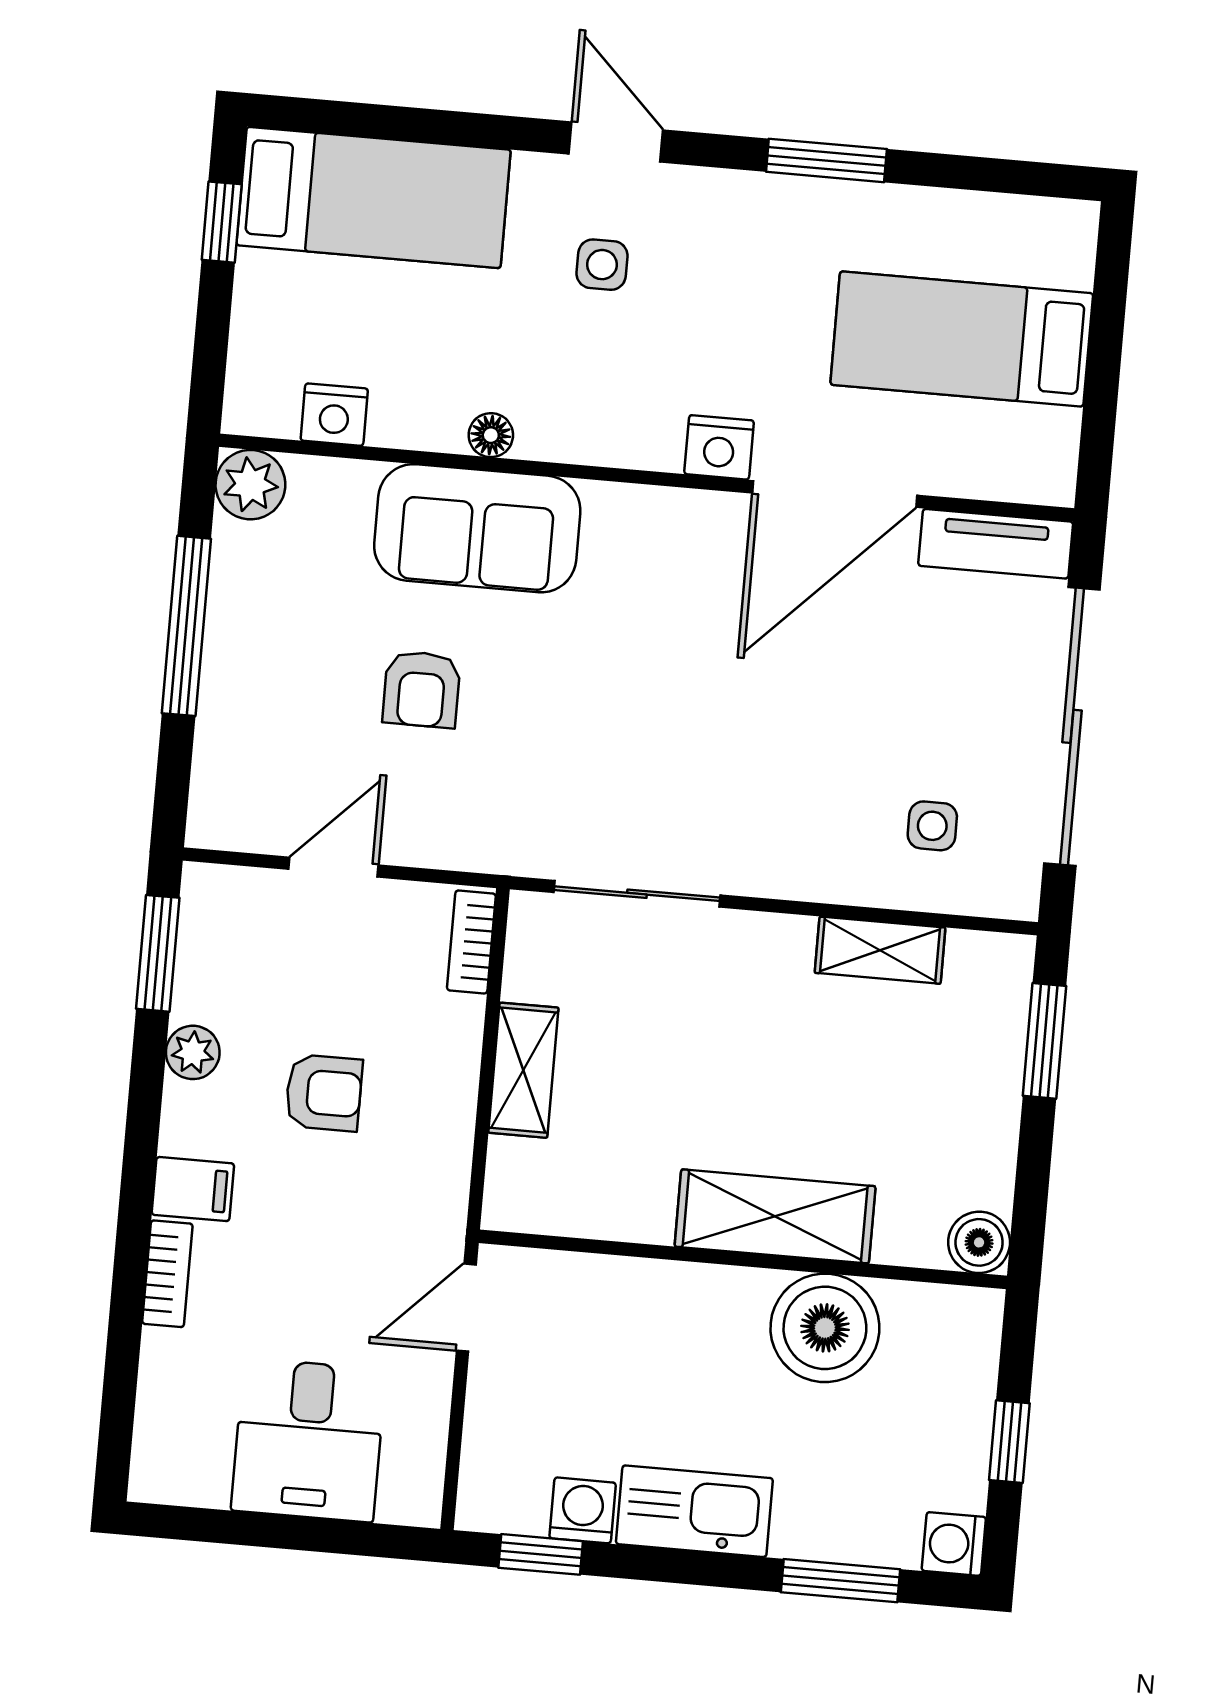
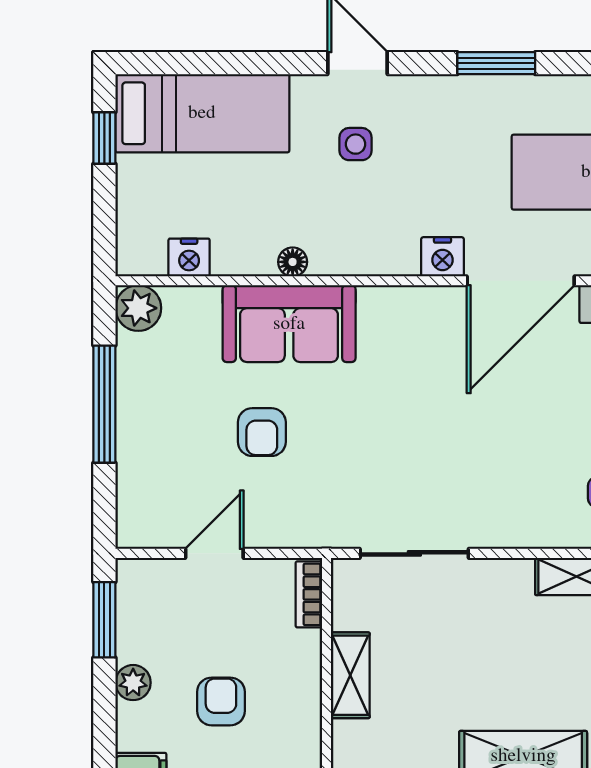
armchair: (324, 1093) -> (221, 701), turned -90

